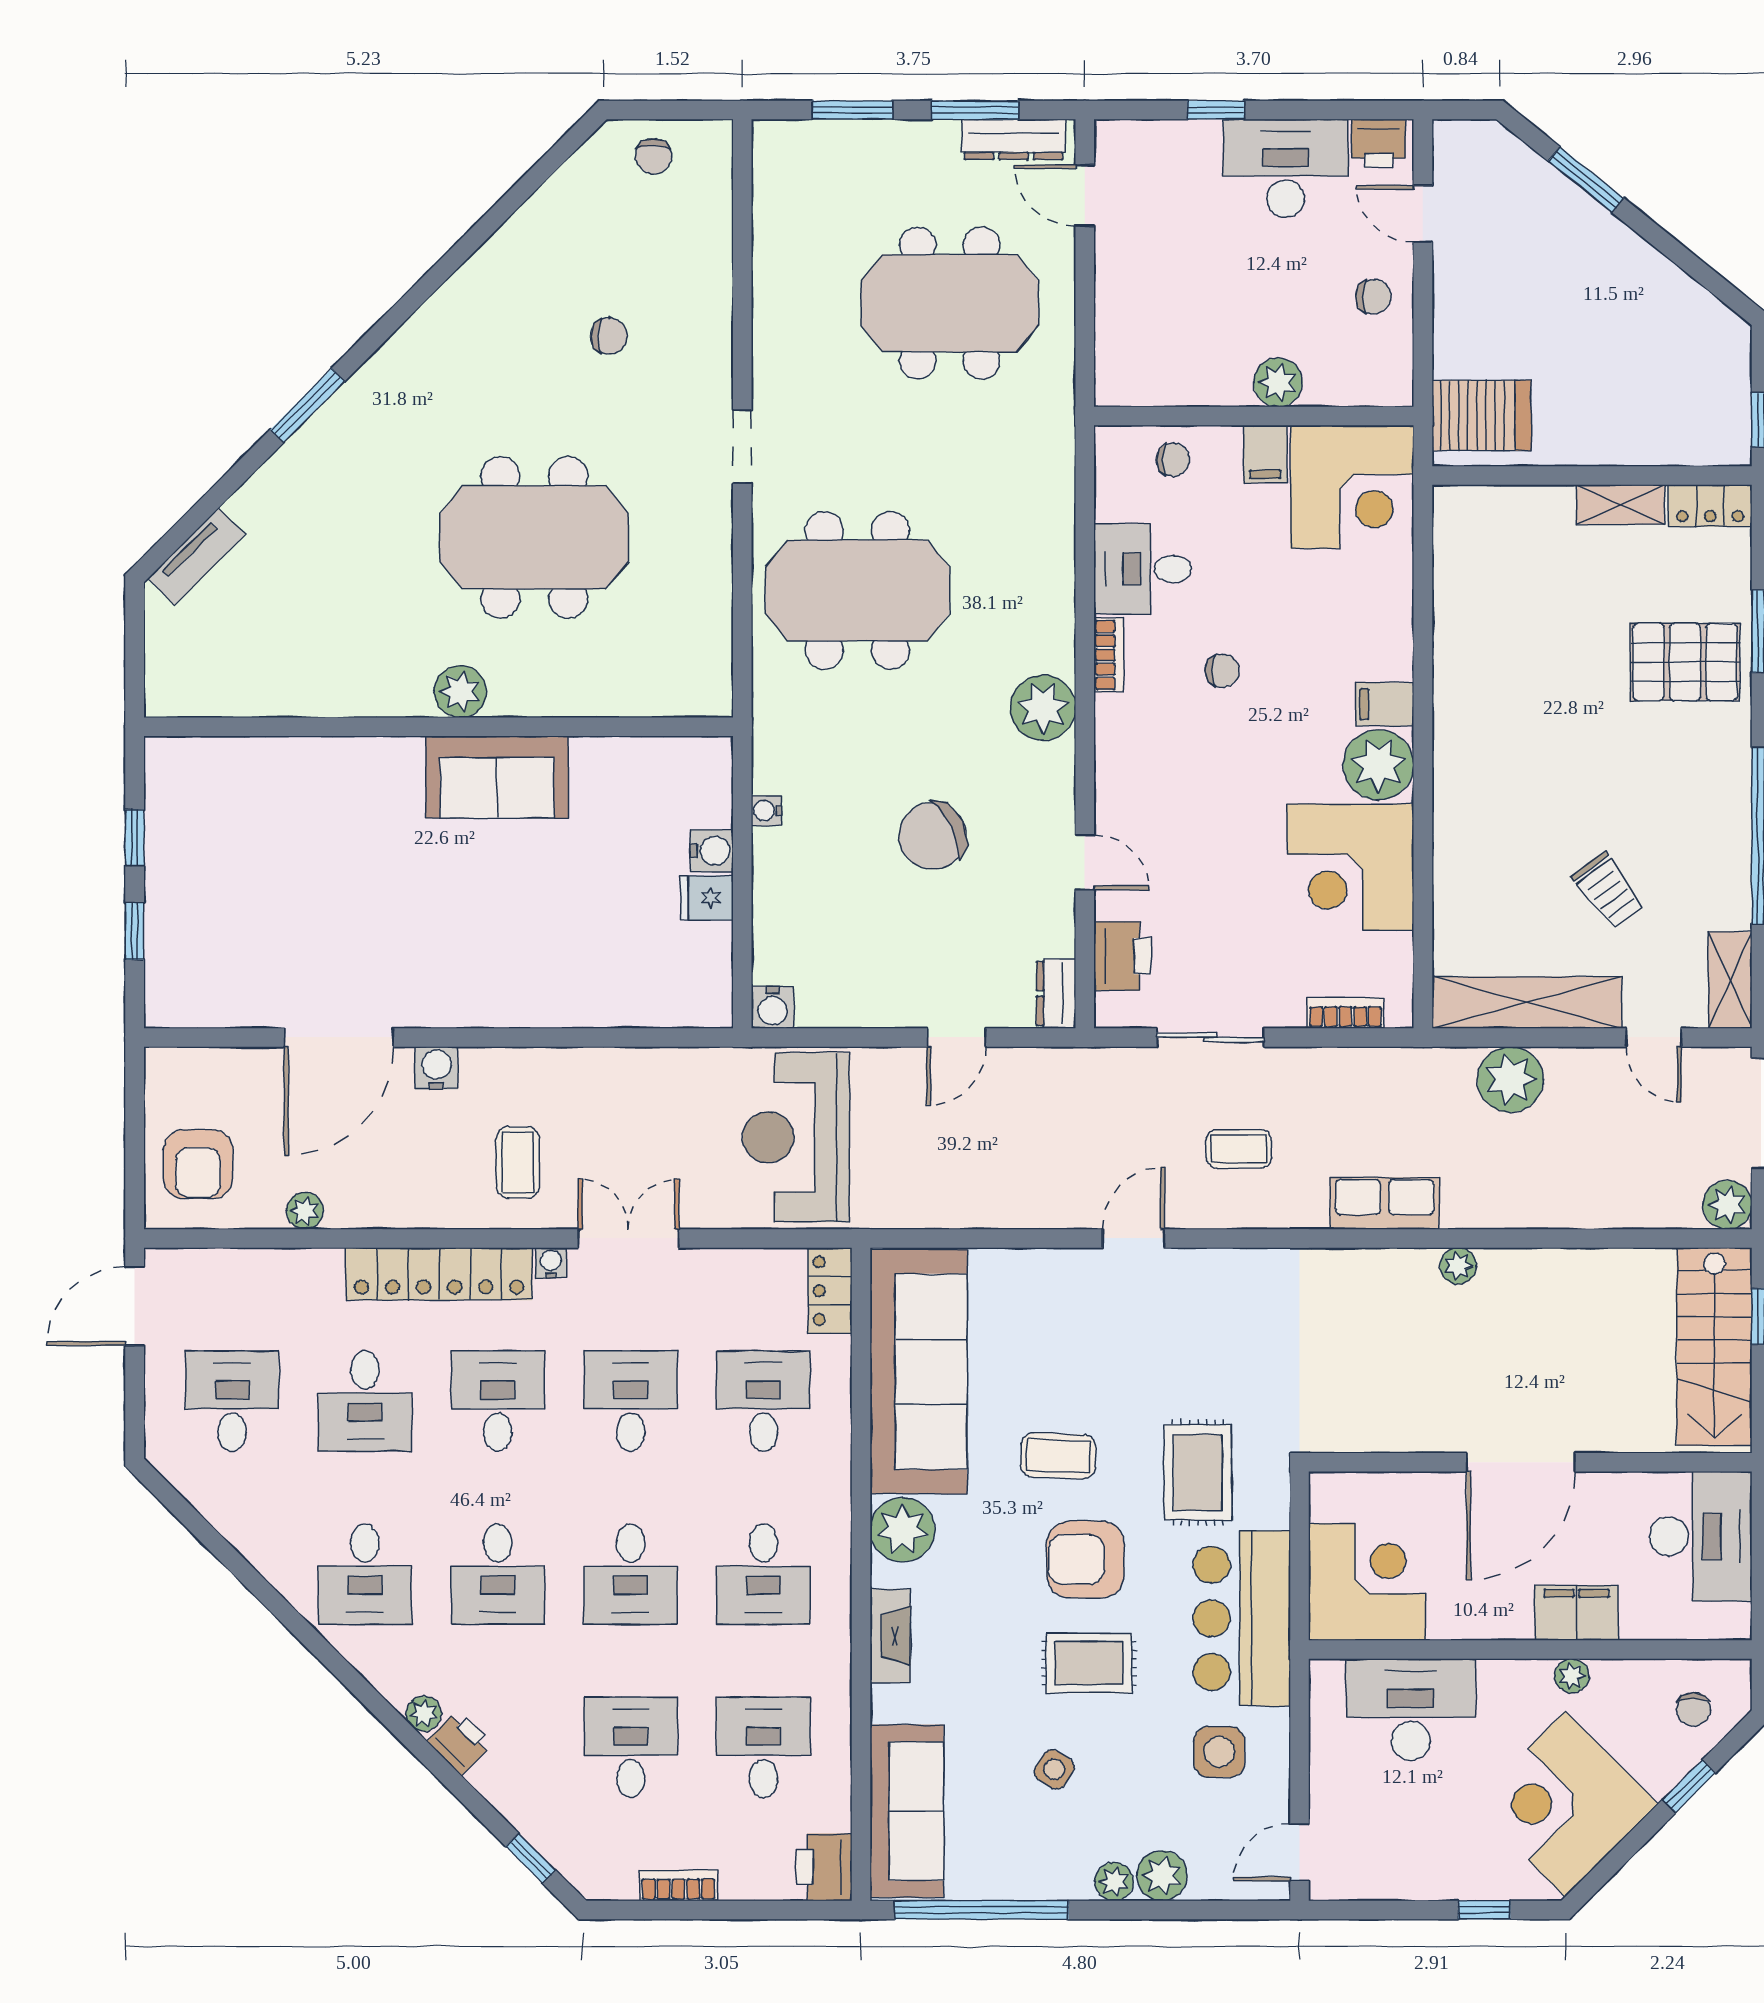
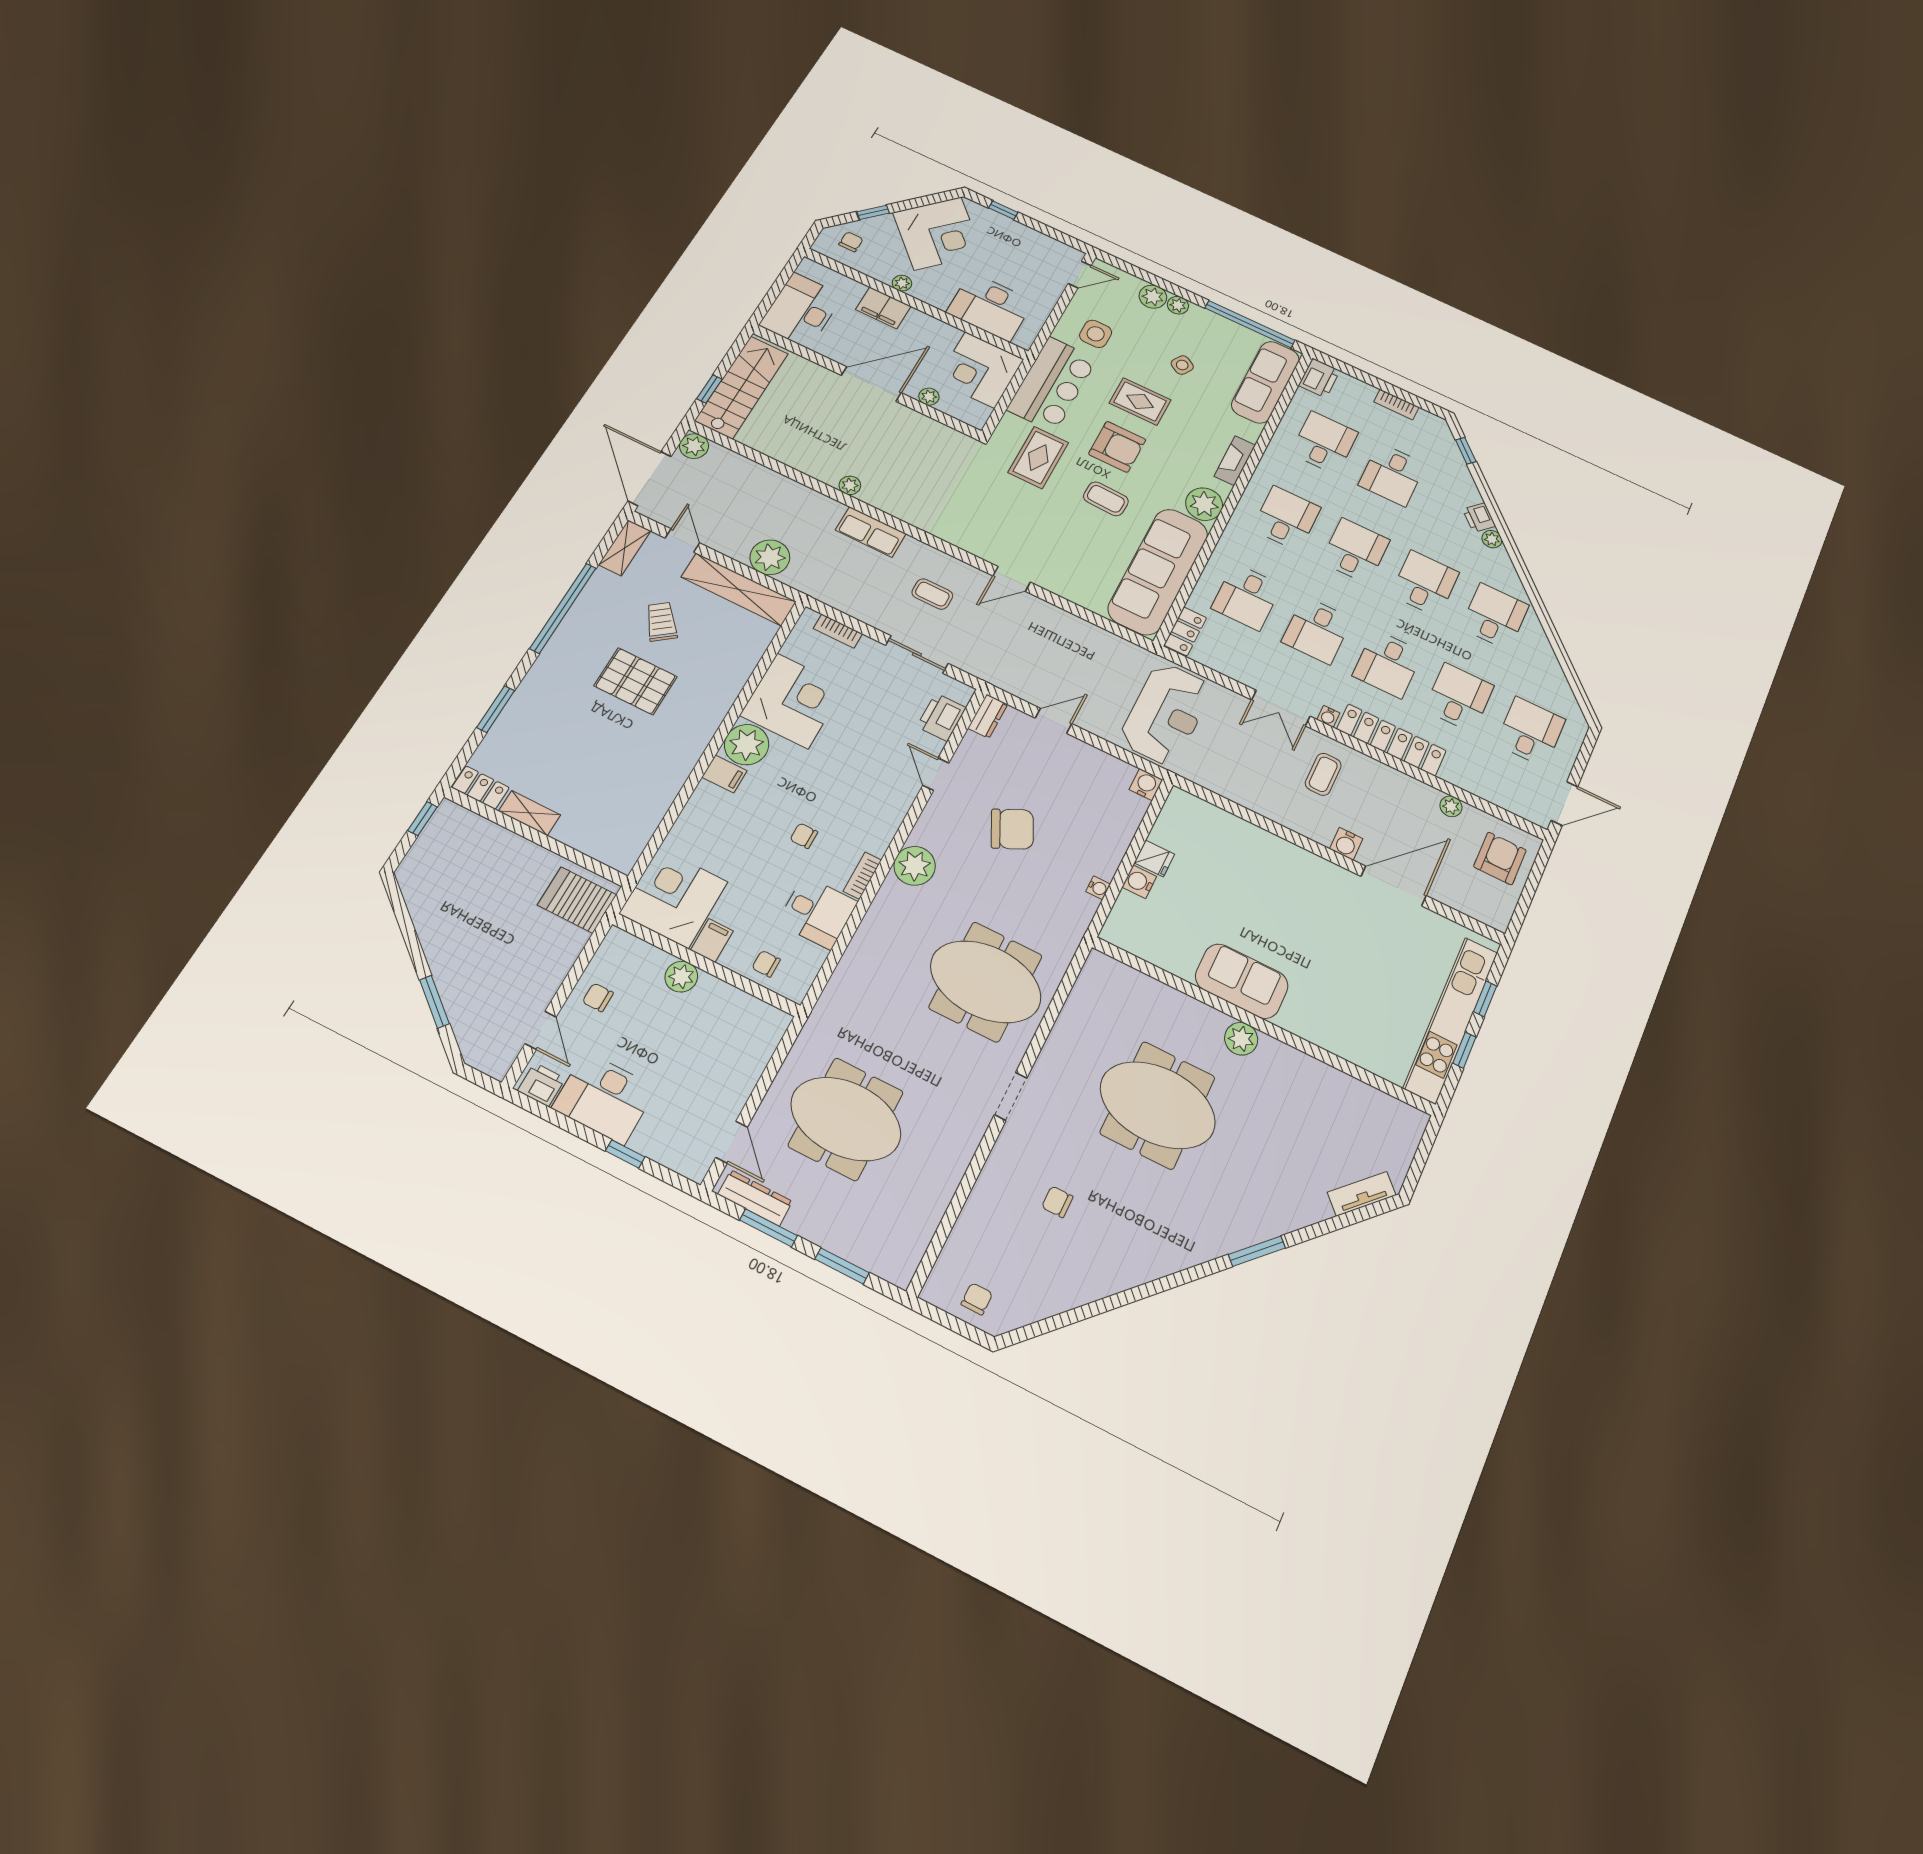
pallet: (1685, 662) -> (636, 681), moved
kitchen unit: (172, 873) -> (1451, 1020), added
desk: (232, 1401) -> (1531, 732), turned 180
plant: (1421, 1489) -> (929, 397), added
desk: (763, 1747) -> (1324, 443), turned 180

